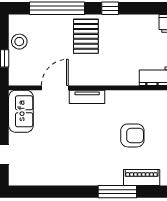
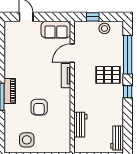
door: (55, 88) -> (72, 53), swing flipped
piano: (142, 178) -> (10, 91), moved

